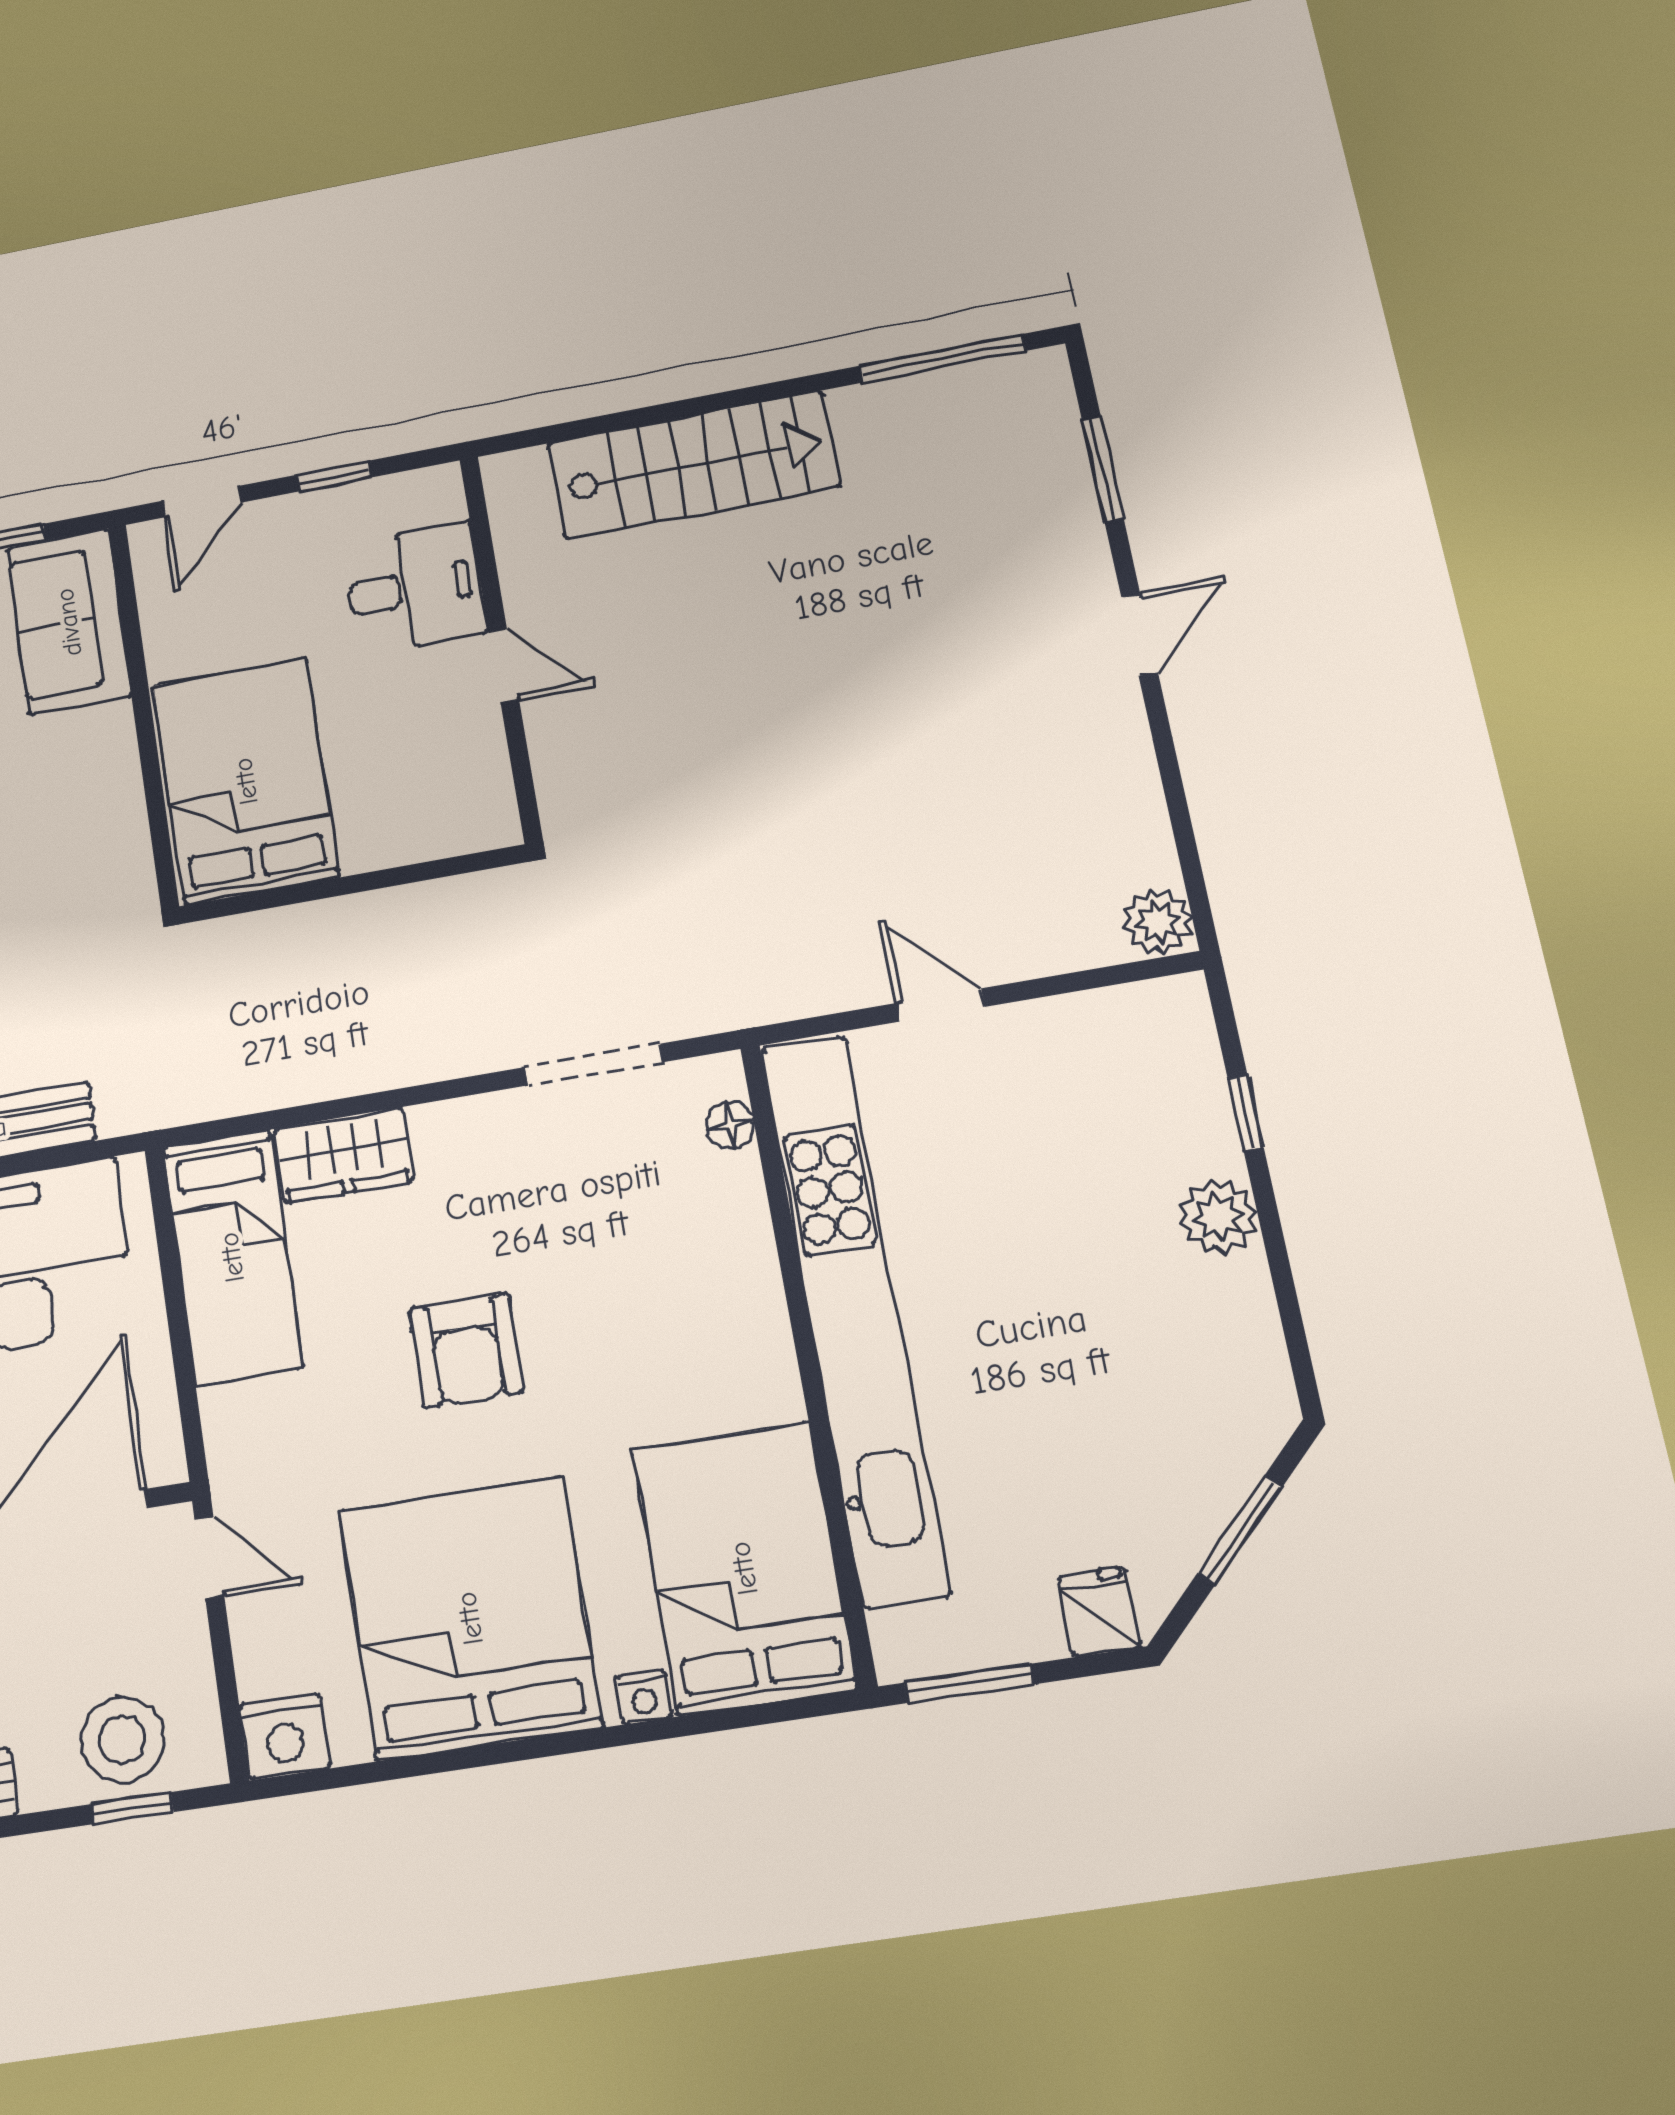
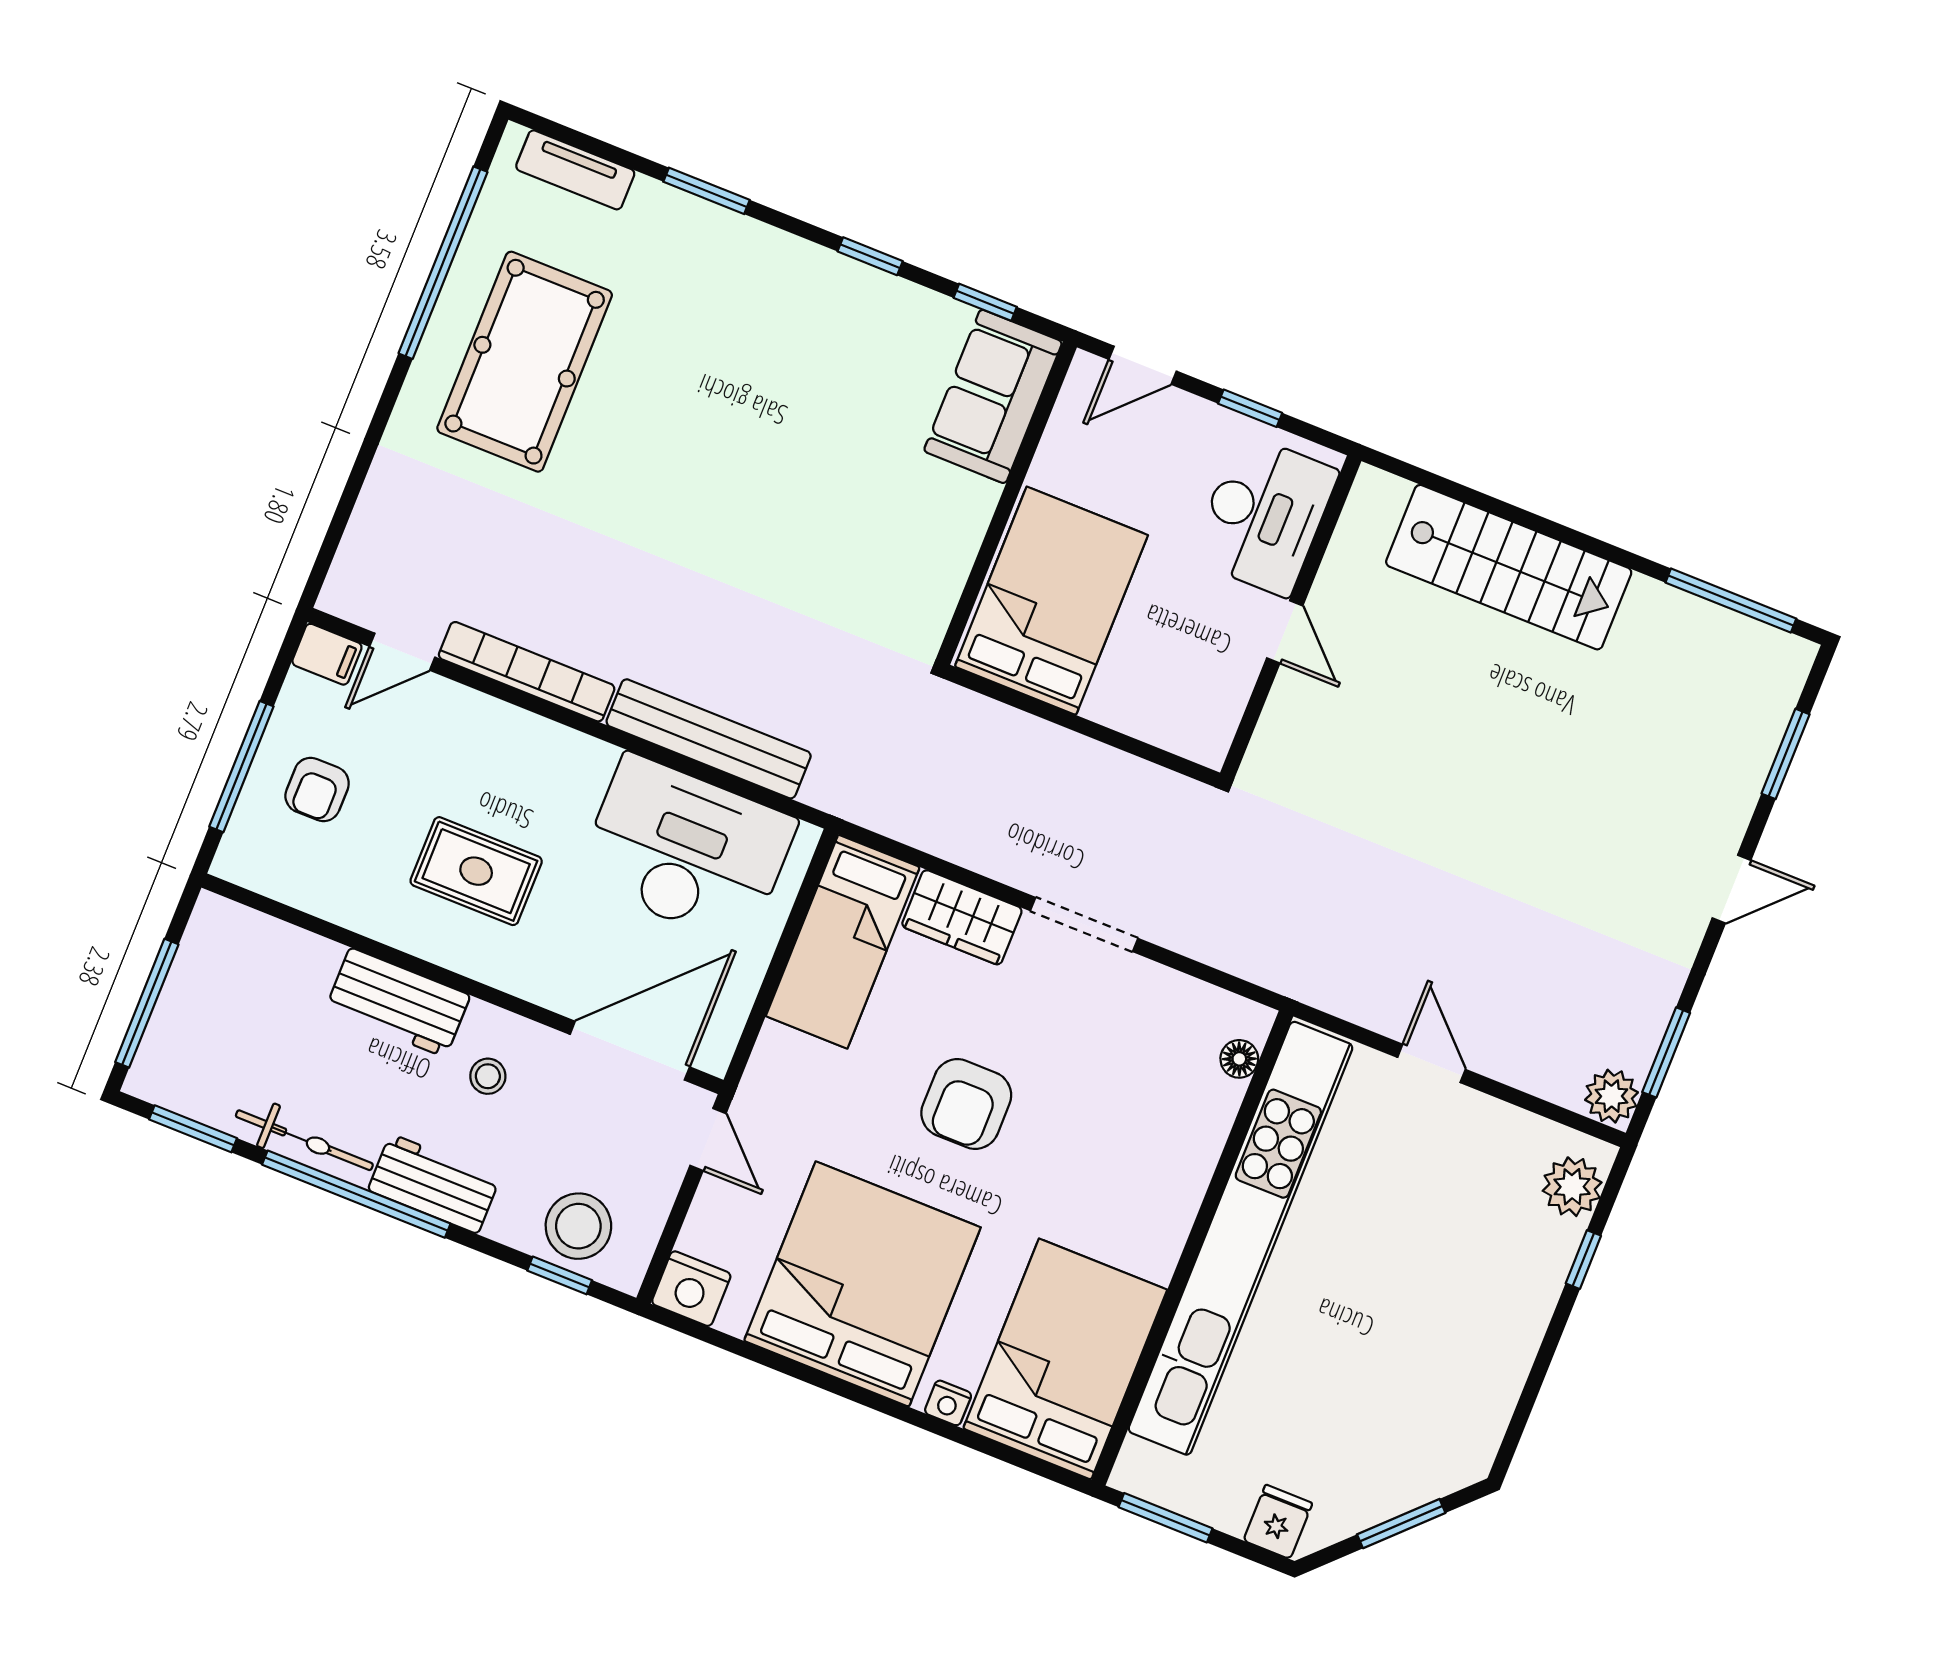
desk: (415, 588) -> (1264, 515), width x1.37
window: (1185, 841) -> (1666, 1052), added
doorway: (594, 1065) -> (1084, 925), moved
plant: (1218, 1217) -> (1572, 1187), moved

